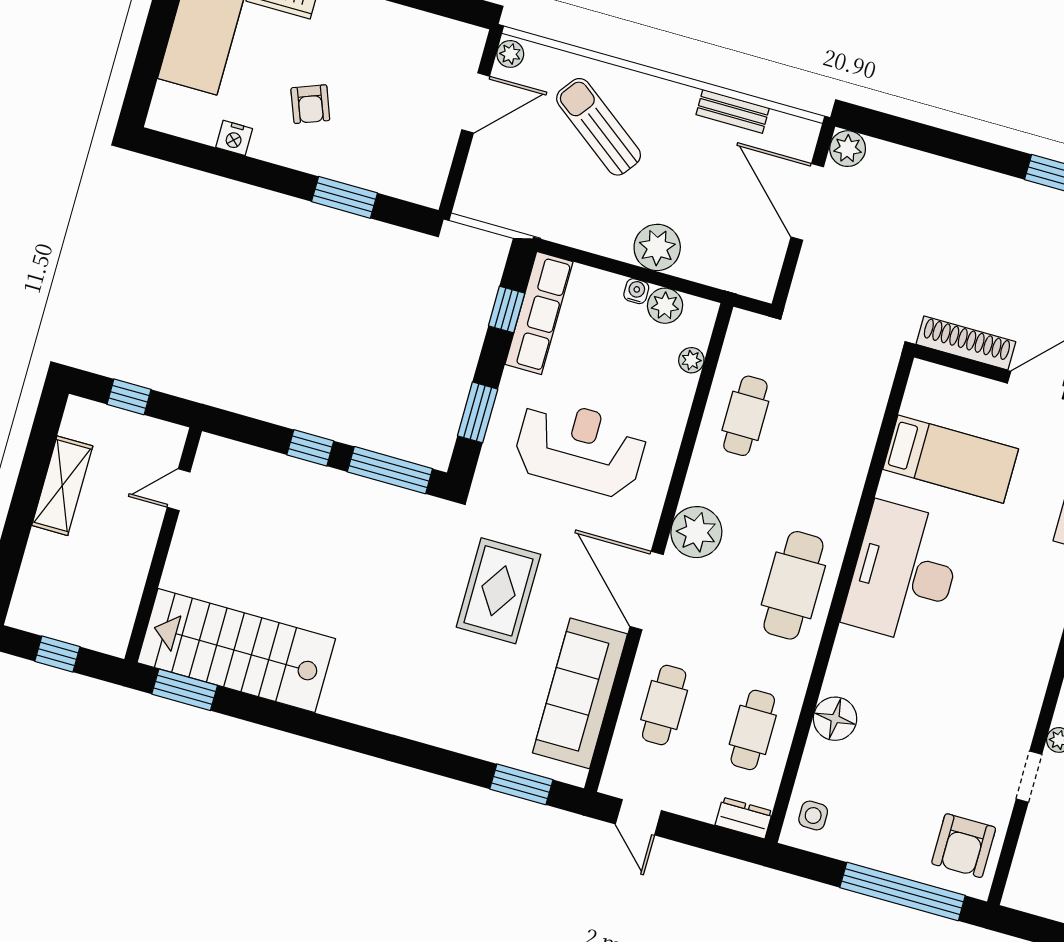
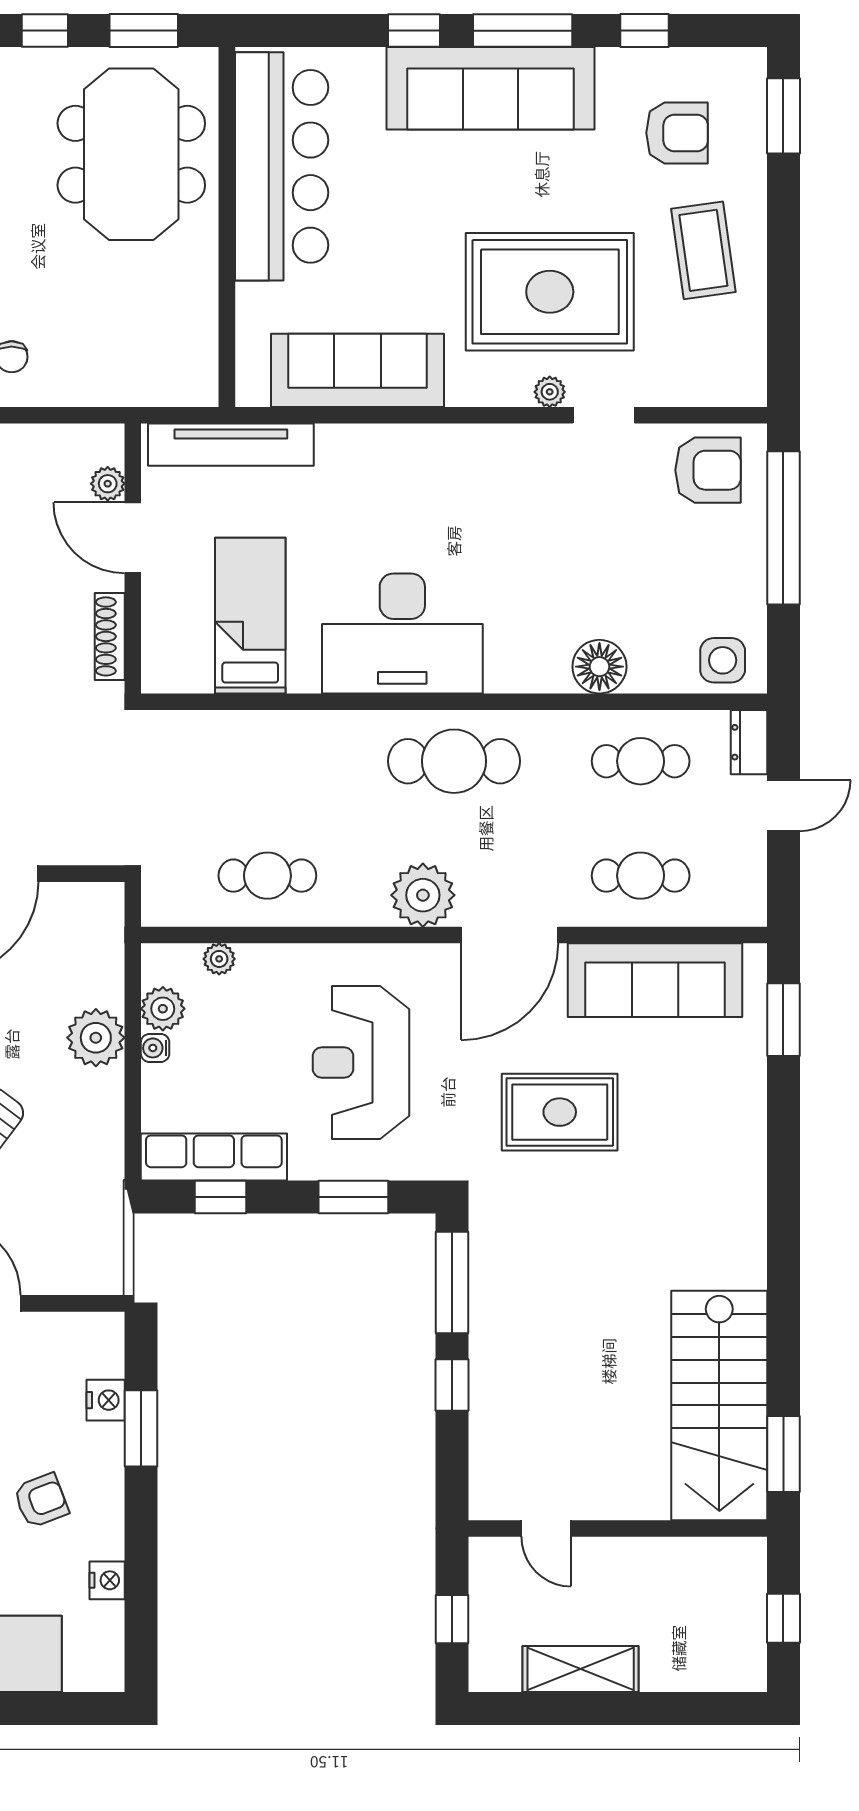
nightstand: (374, 176) -> (106, 1400), added
shoe rack: (966, 343) -> (110, 636), width x0.74, depth x0.81
side table: (813, 816) -> (723, 660), width x1.37, depth x1.37
door: (638, 817) -> (783, 806), moved

